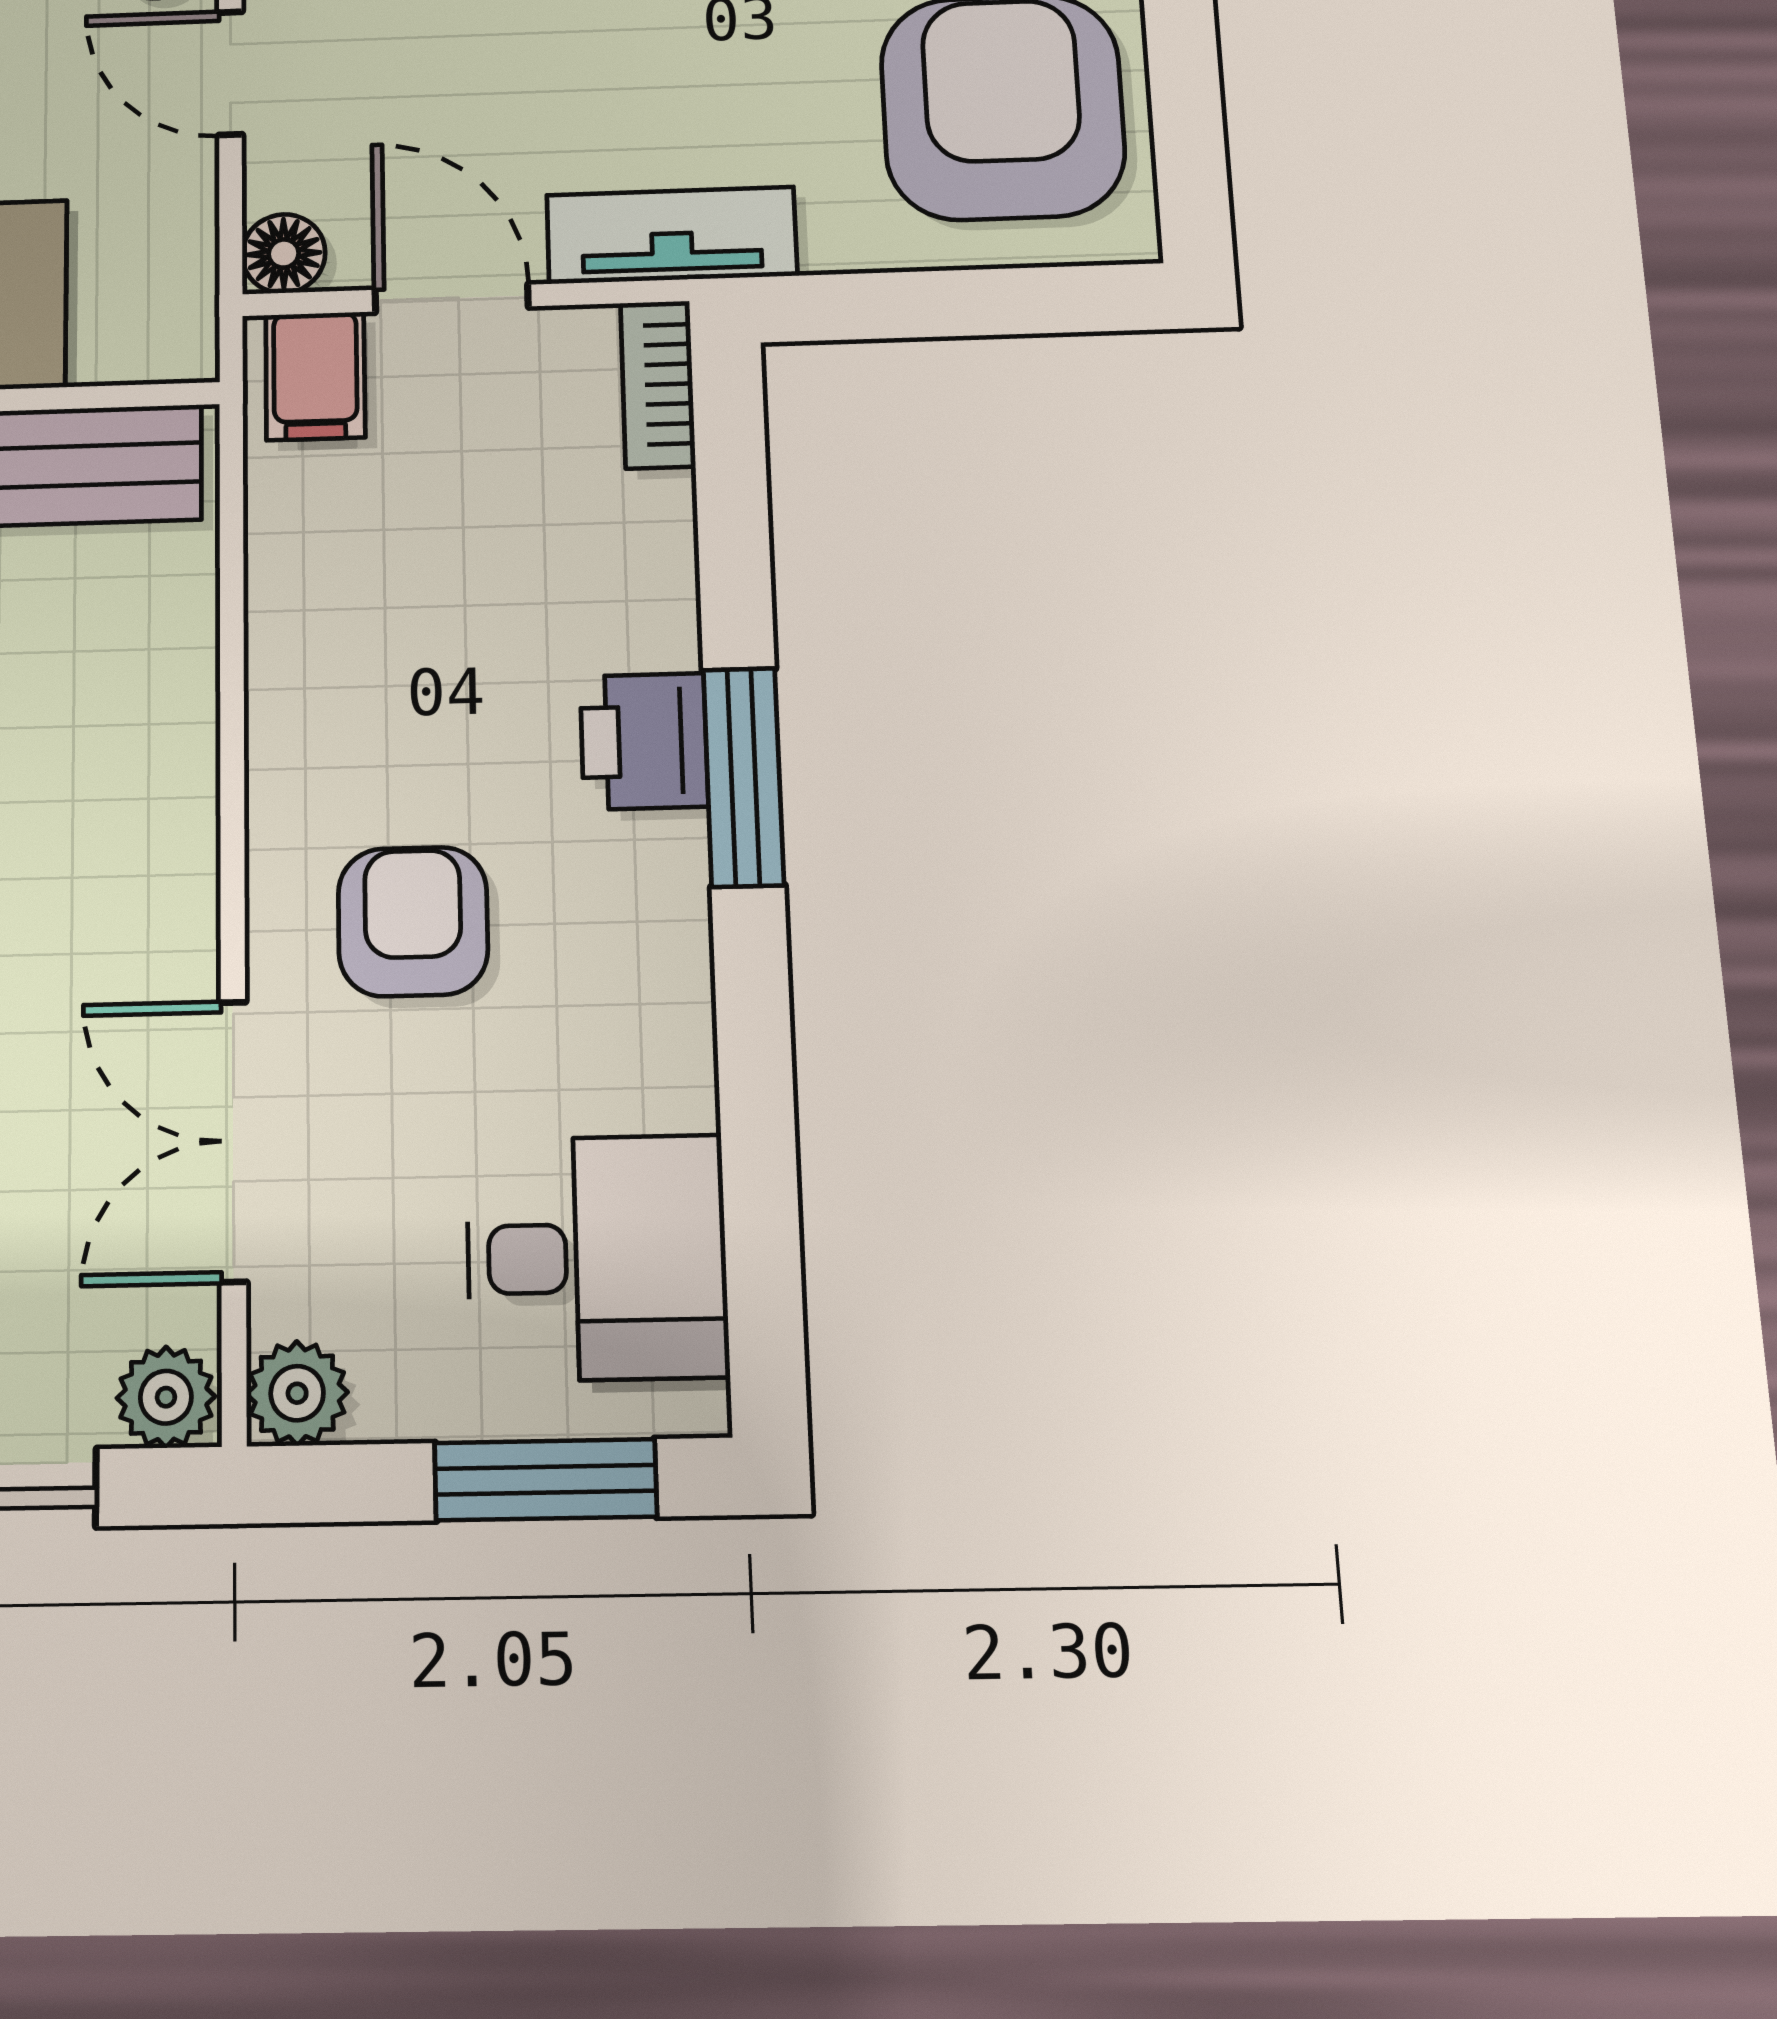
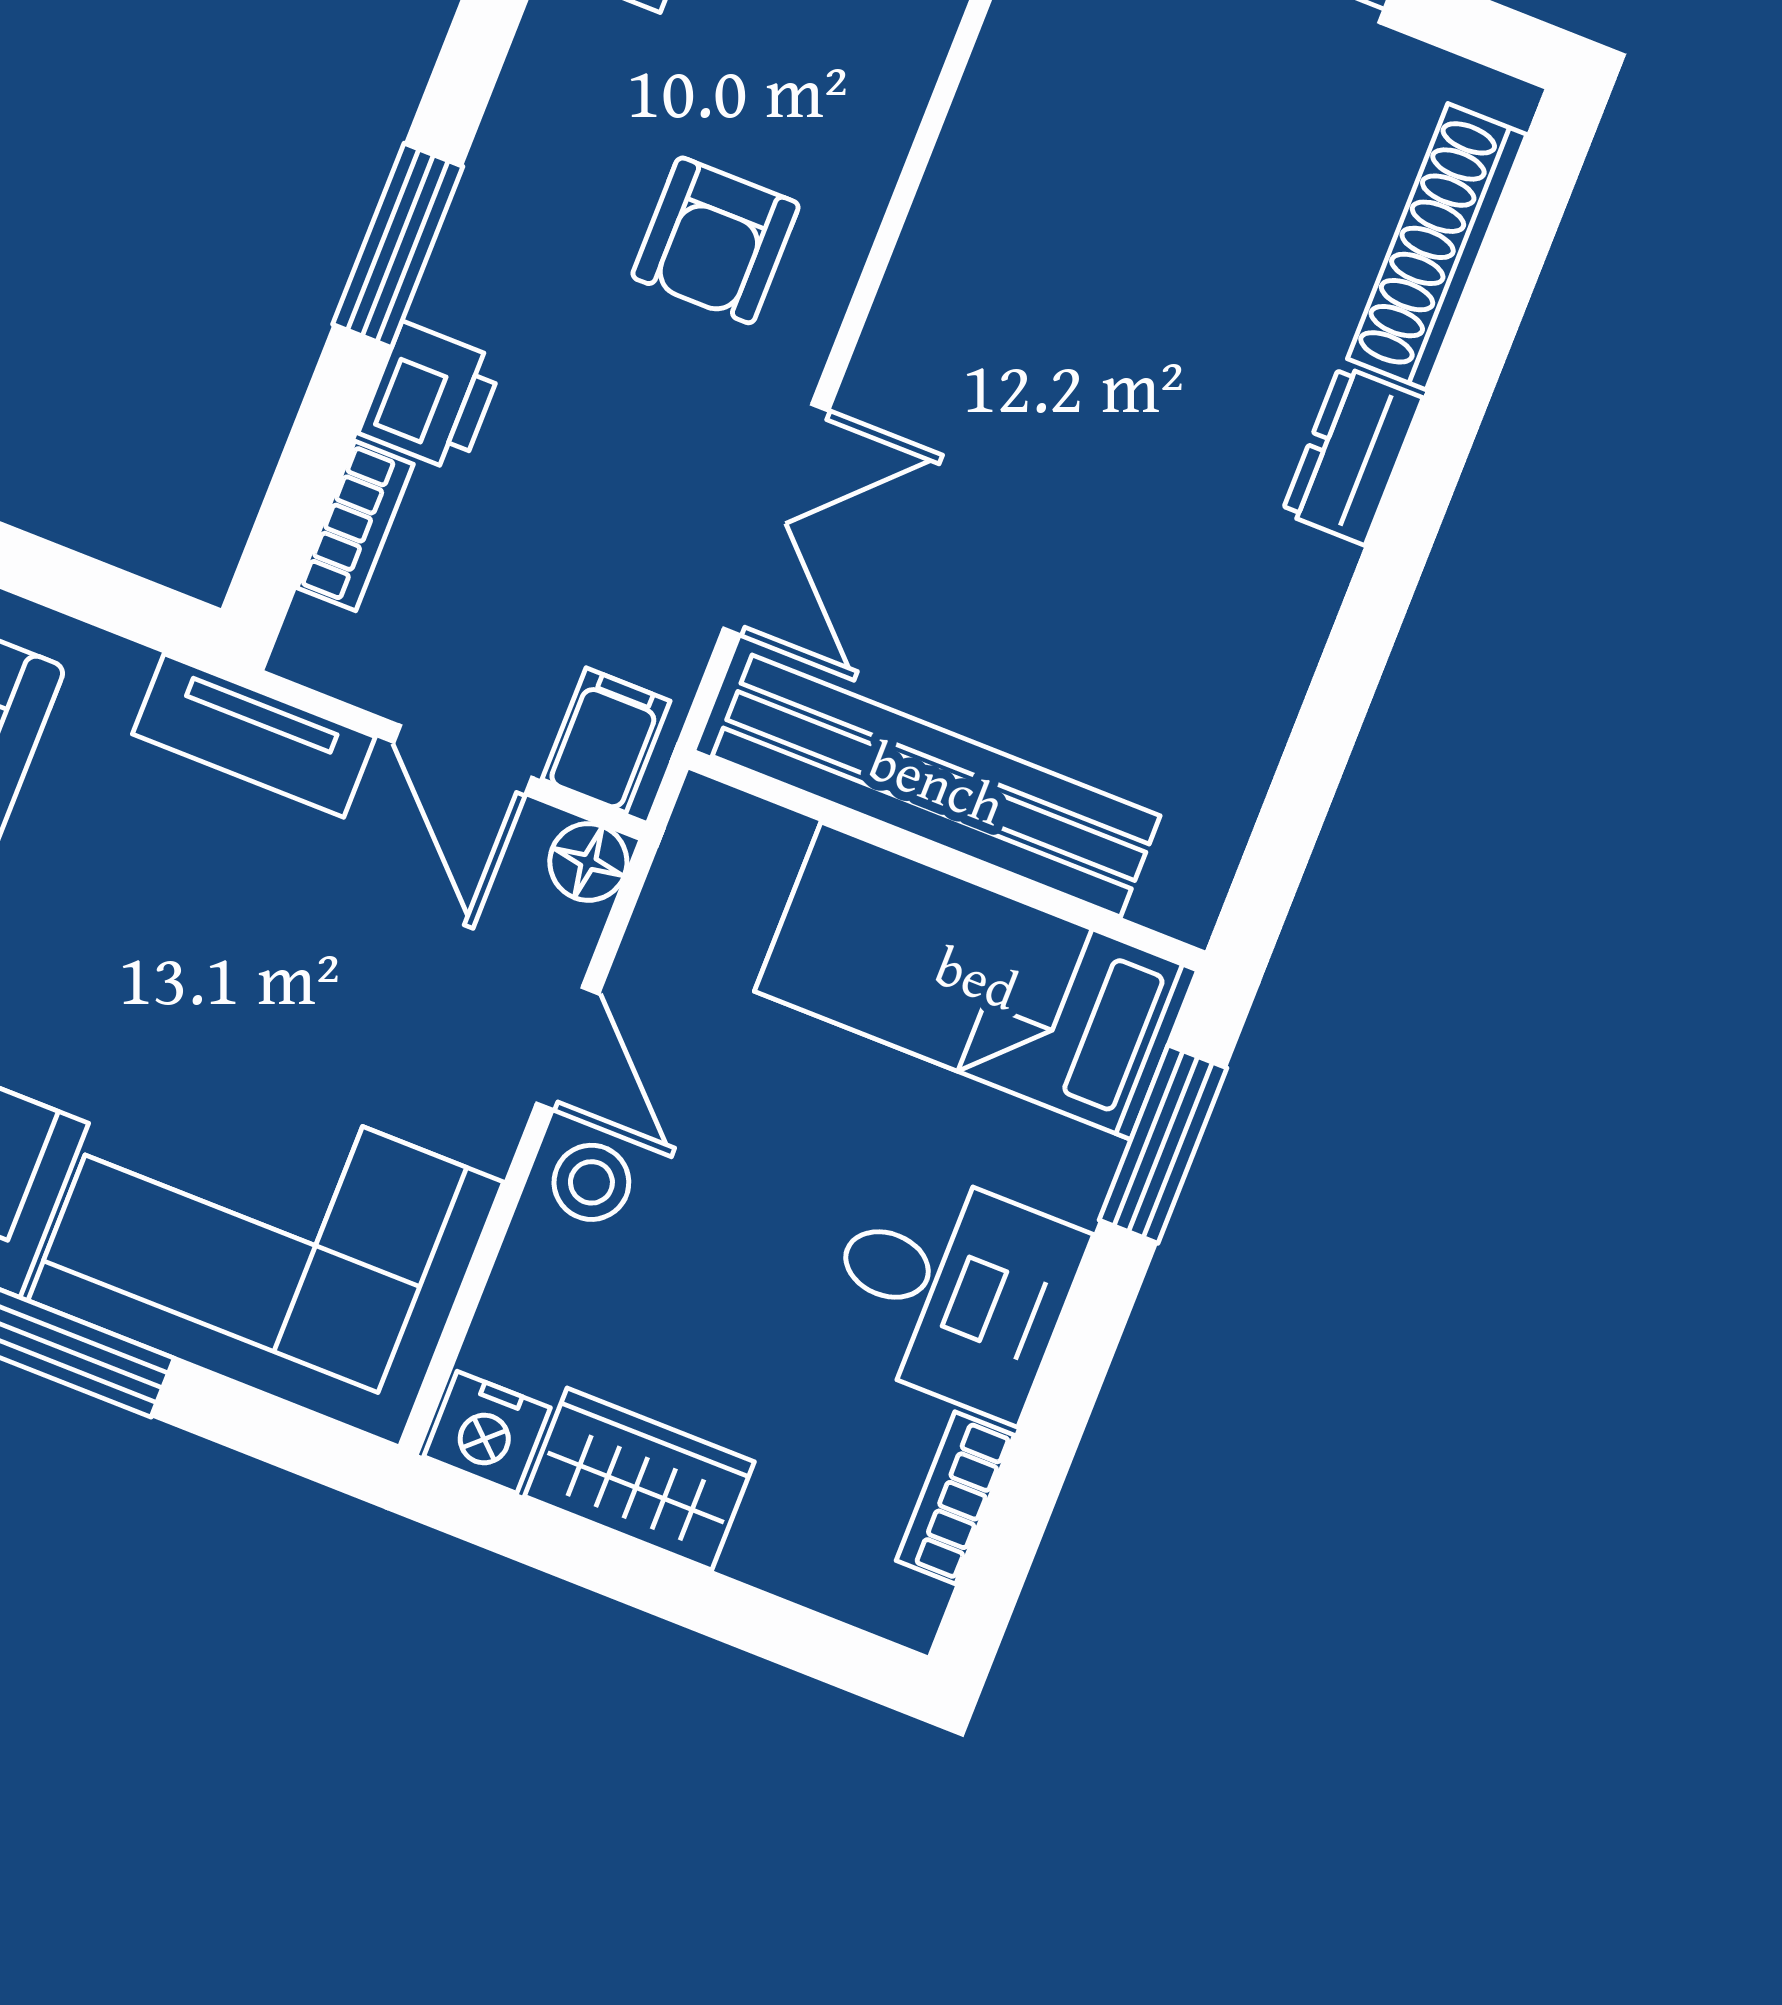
bookcase: (658, 384) -> (355, 526), moved
printer: (644, 741) -> (431, 397), moved
double door: (233, 1141) -> (776, 520), moved

